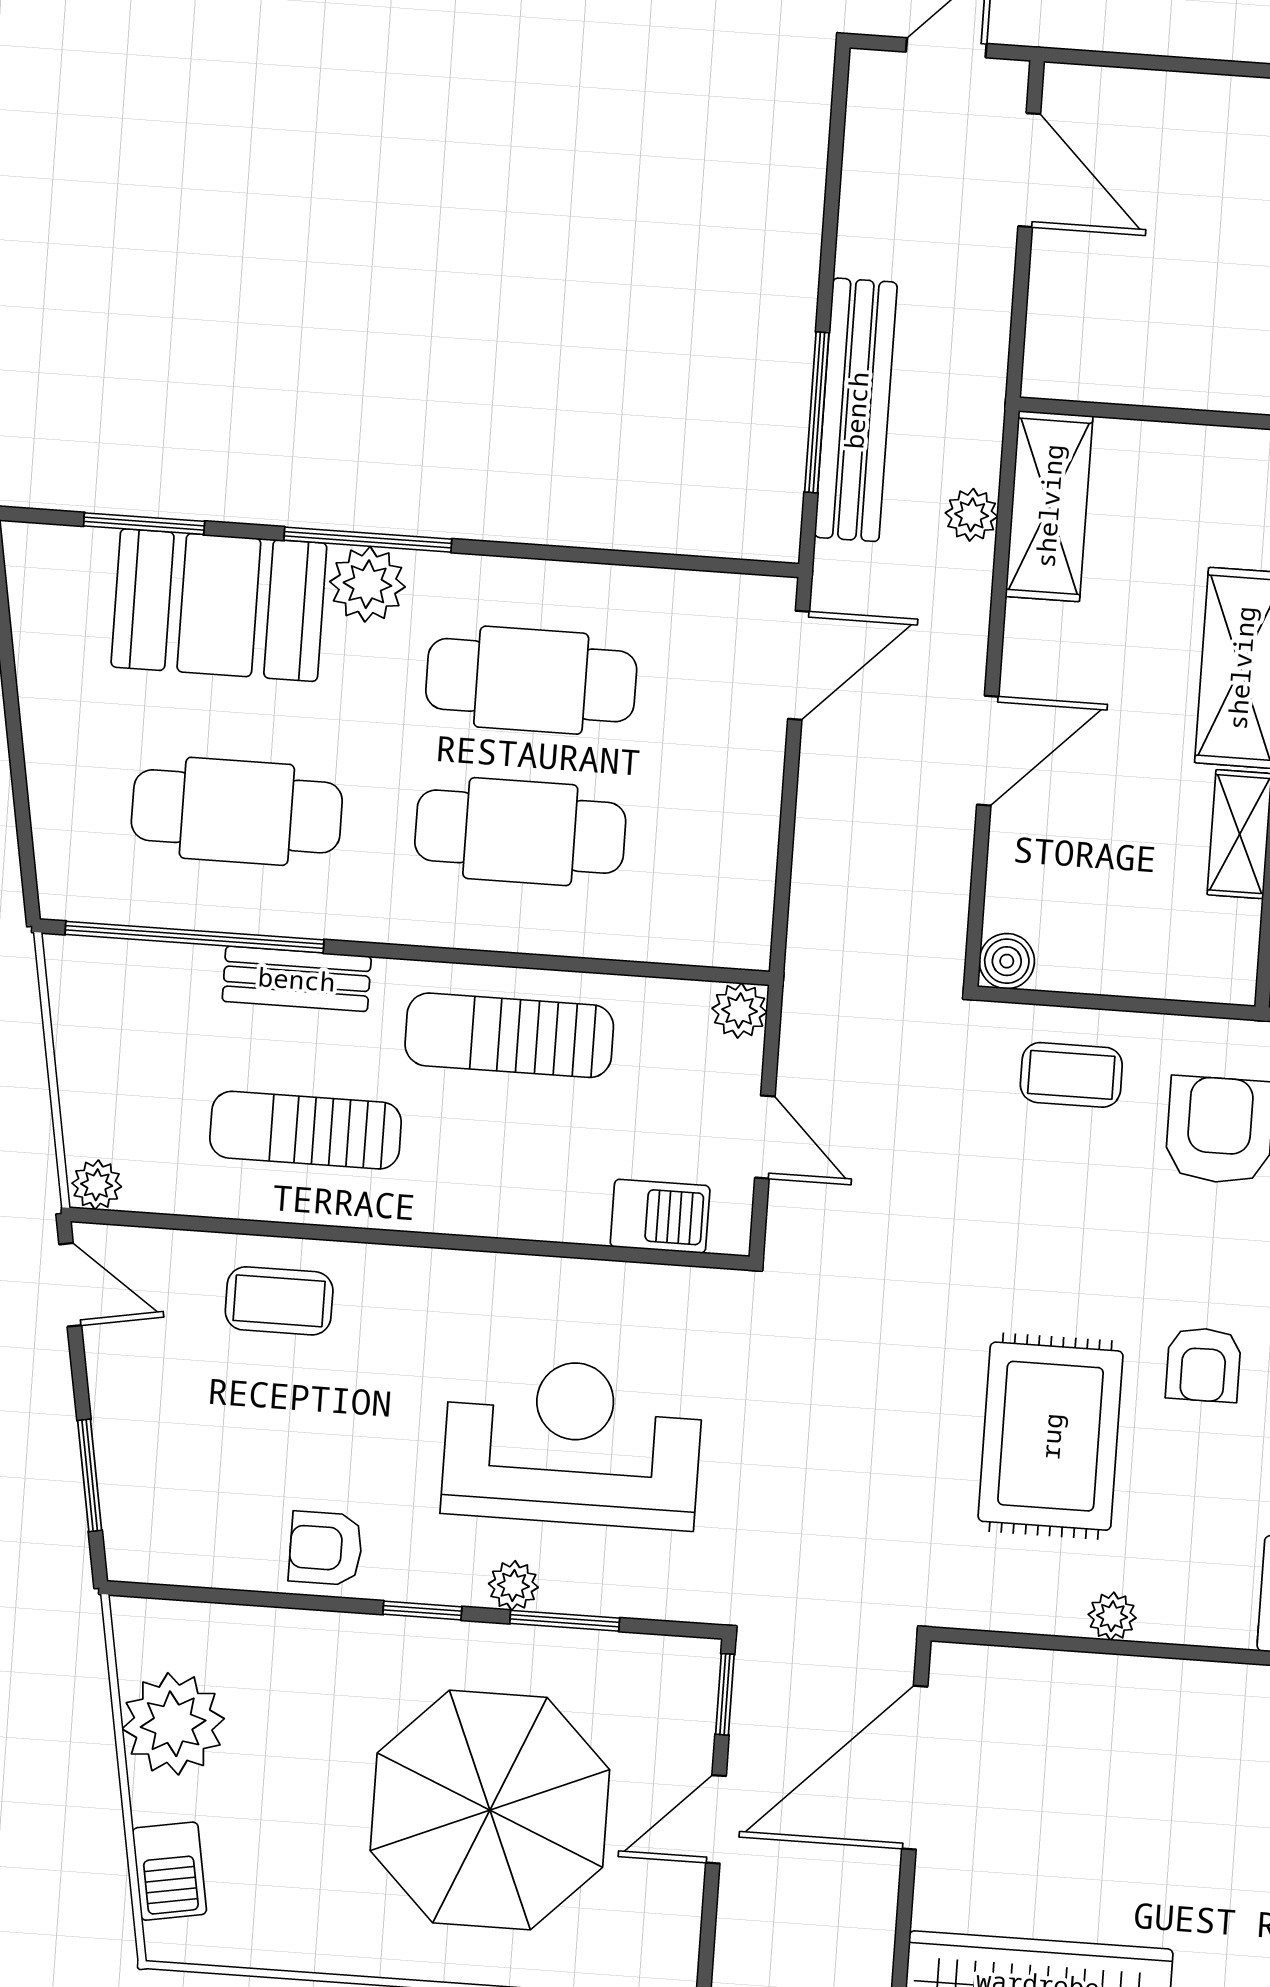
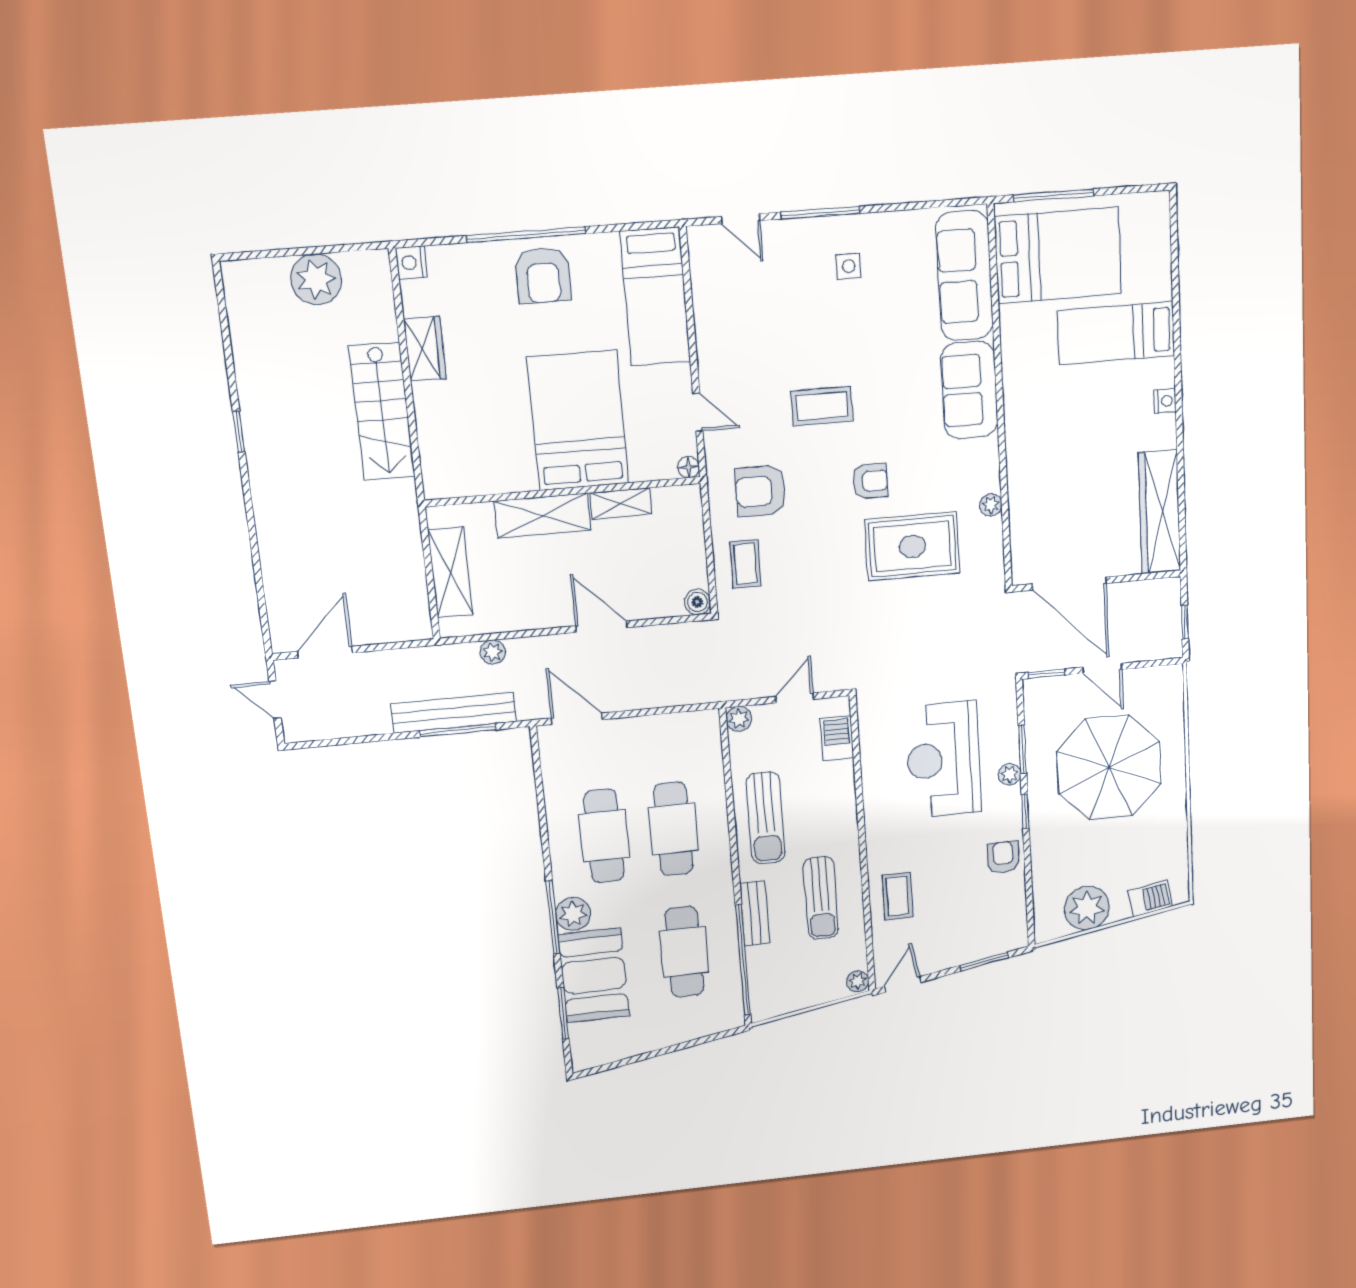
shelving: (1049, 506) -> (450, 572), moved, turned 90
armchair: (326, 1548) -> (1003, 857), turned 180

